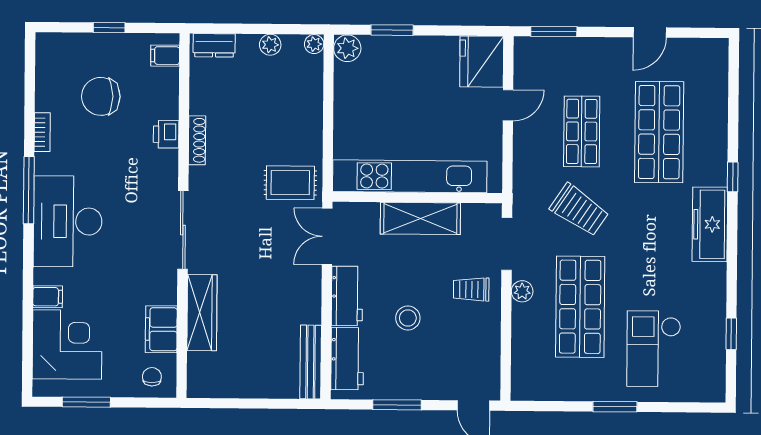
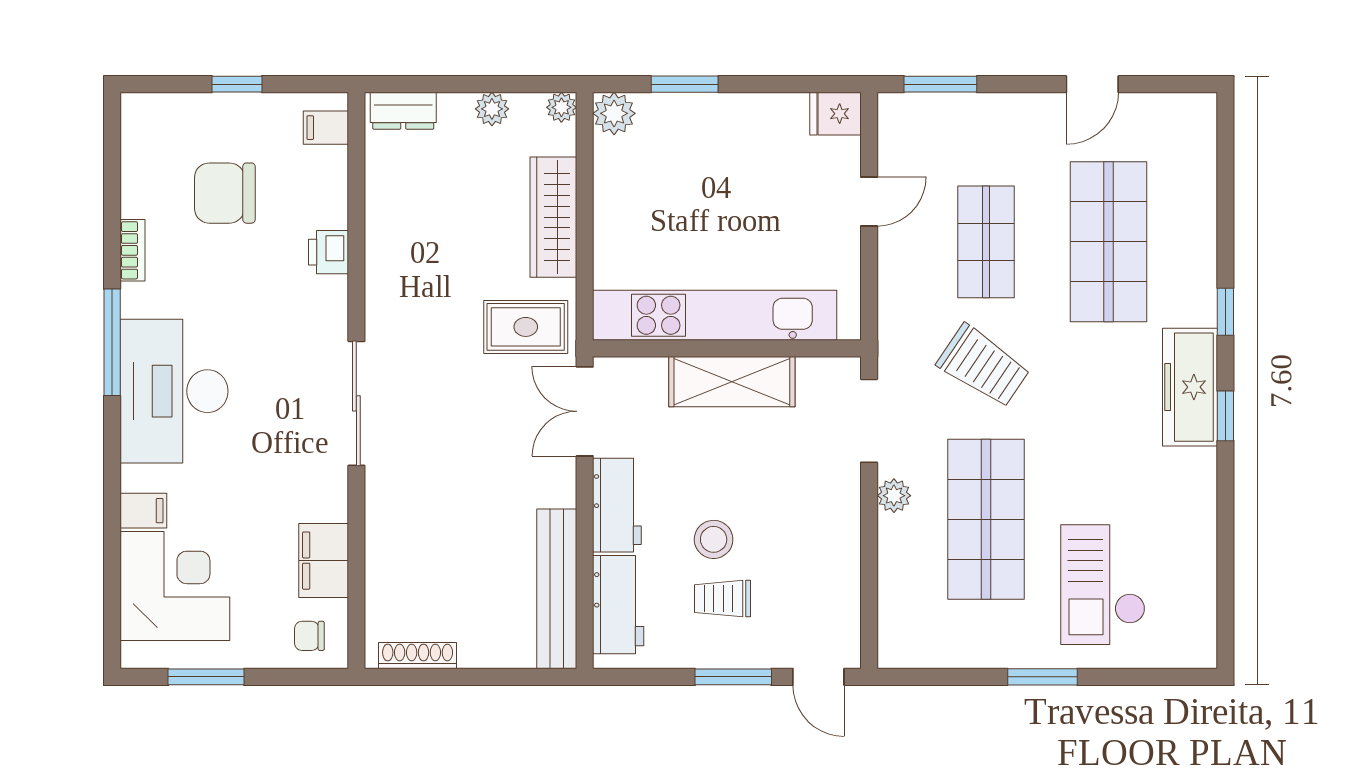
fridge: (482, 62) -> (835, 114), width x0.53, depth x0.75
shoe rack: (197, 140) -> (418, 656), moved, turned -90
trolley: (471, 289) -> (723, 599), moved
wardrobe: (202, 313) -> (553, 217), moved, turned 180
window: (731, 334) -> (1225, 416), moved
bench: (311, 362) -> (557, 589), width x1.37, depth x1.21
chair: (152, 377) -> (309, 636), turned -90
window: (397, 405) -> (733, 677), moved

